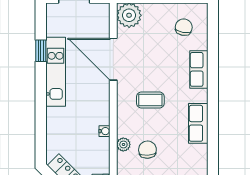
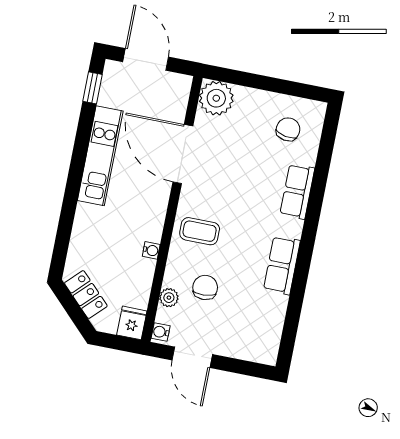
window: (41, 51) -> (93, 88), moved
coffee table: (150, 100) -> (200, 231), moved
plant: (123, 144) -> (169, 298), moved

